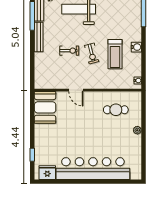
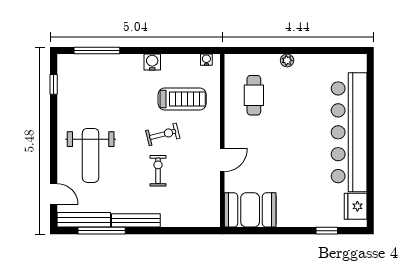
treadmill: (115, 54) -> (182, 99), moved

